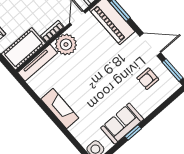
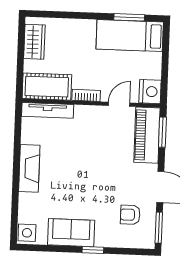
plant: (66, 44) -> (87, 118), removed
window: (133, 132) -> (93, 250), moved

